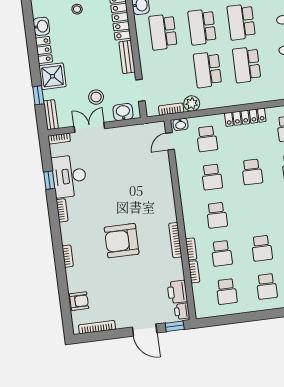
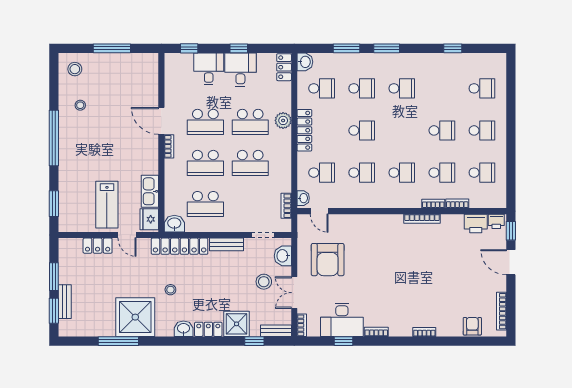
plant: (192, 104) -> (283, 120), moved
armchair: (122, 241) -> (328, 260), moved
door: (145, 330) -> (511, 262), swing flipped

